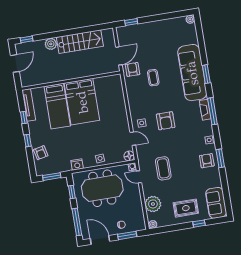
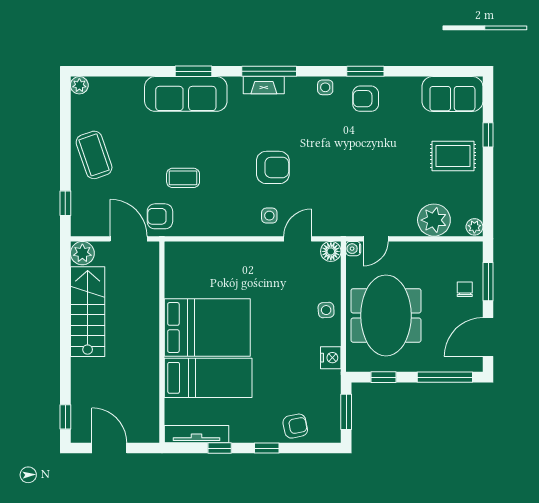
plant: (51, 44) -> (82, 253), moved
sofa: (192, 73) -> (186, 94), width x0.74, depth x0.79
coffee table: (163, 168) -> (94, 155), moved, turned 71
rug: (186, 208) -> (453, 156), turned 90

